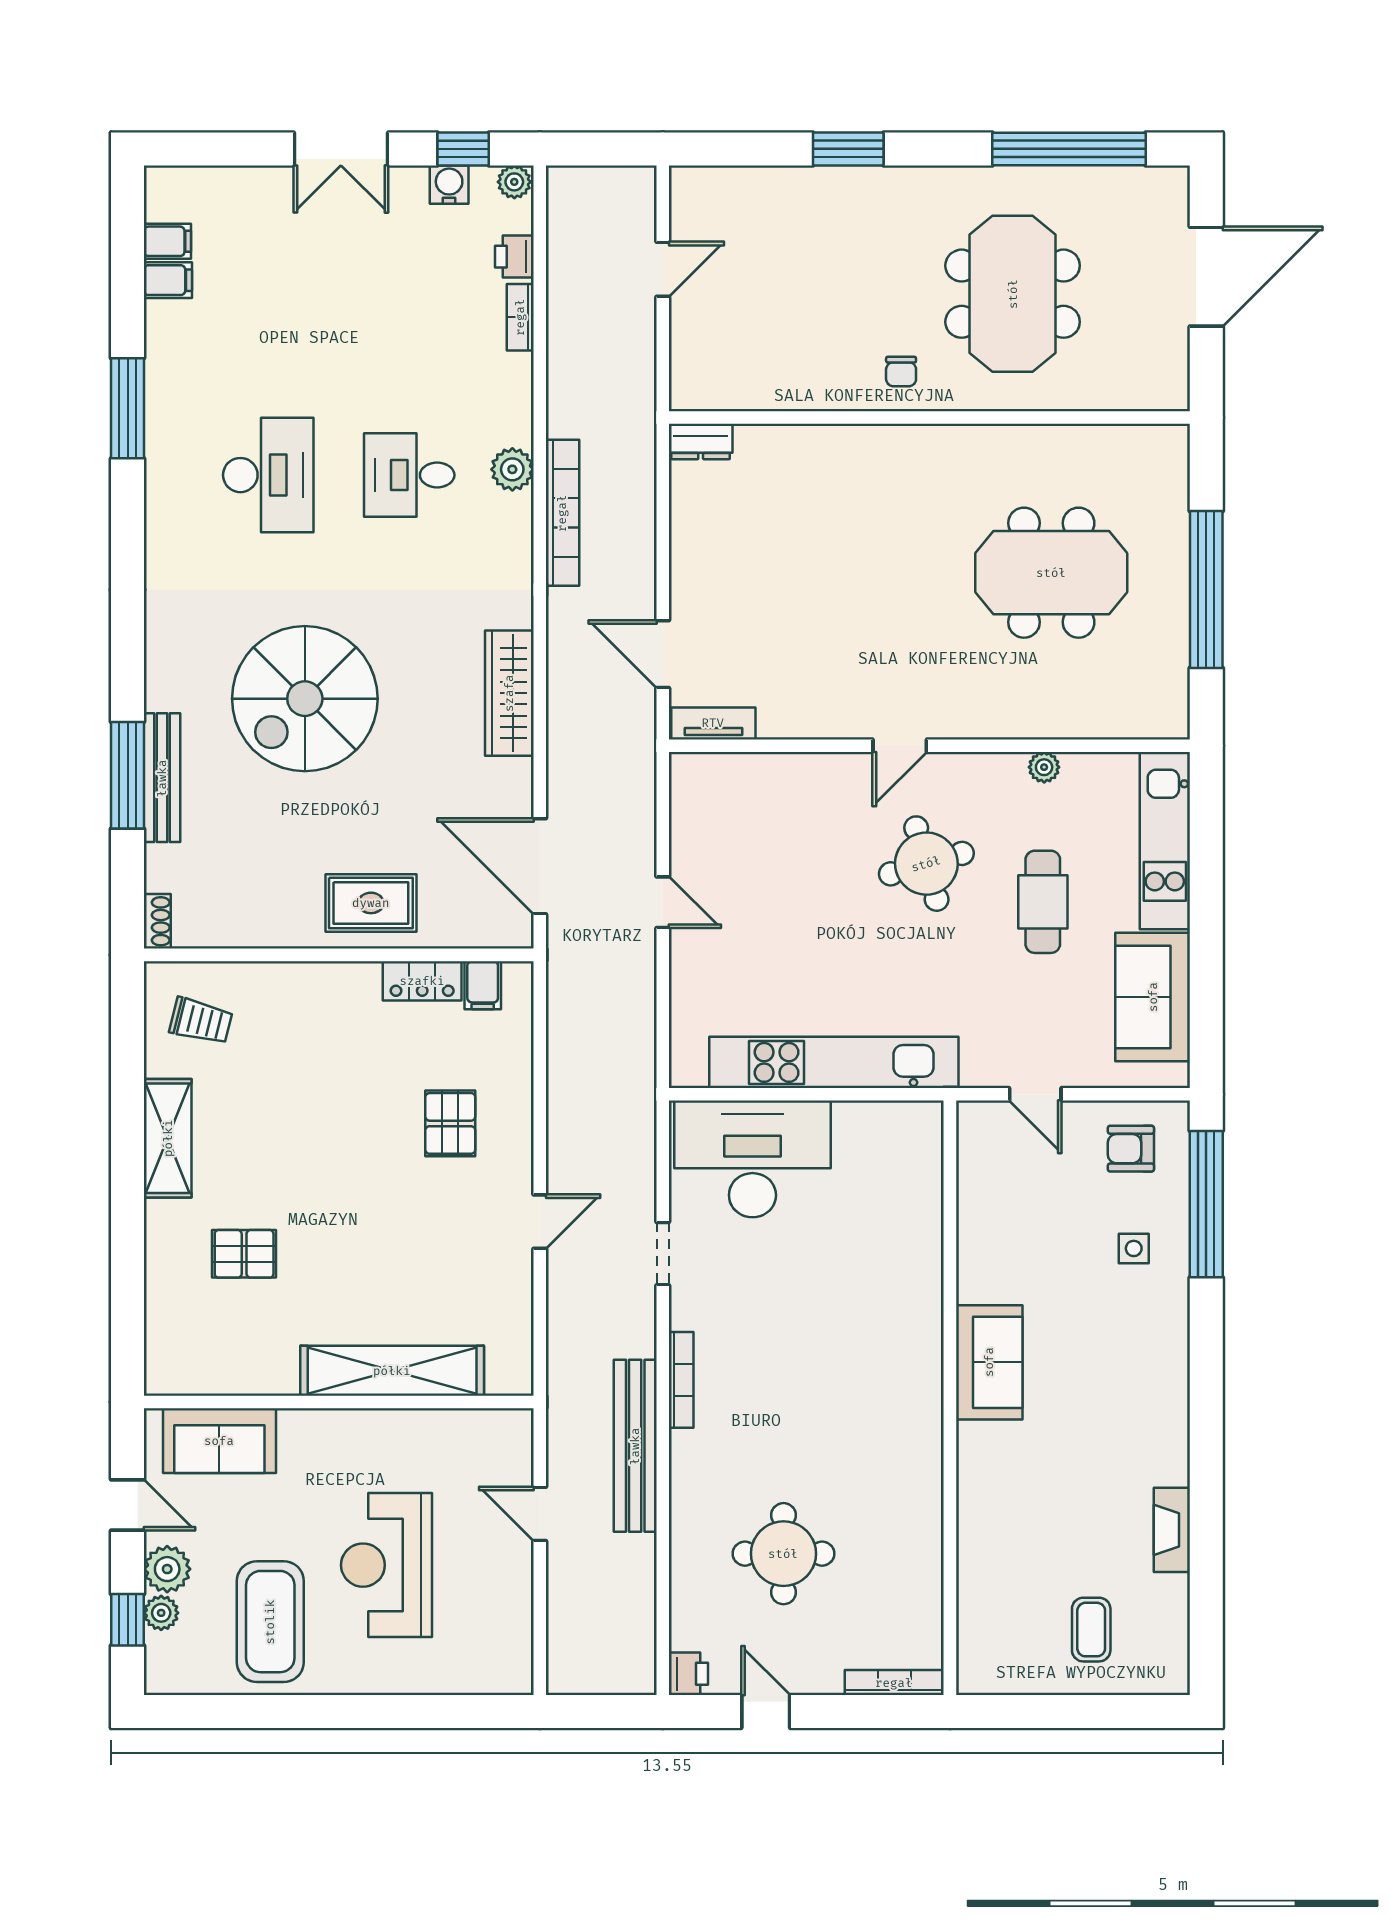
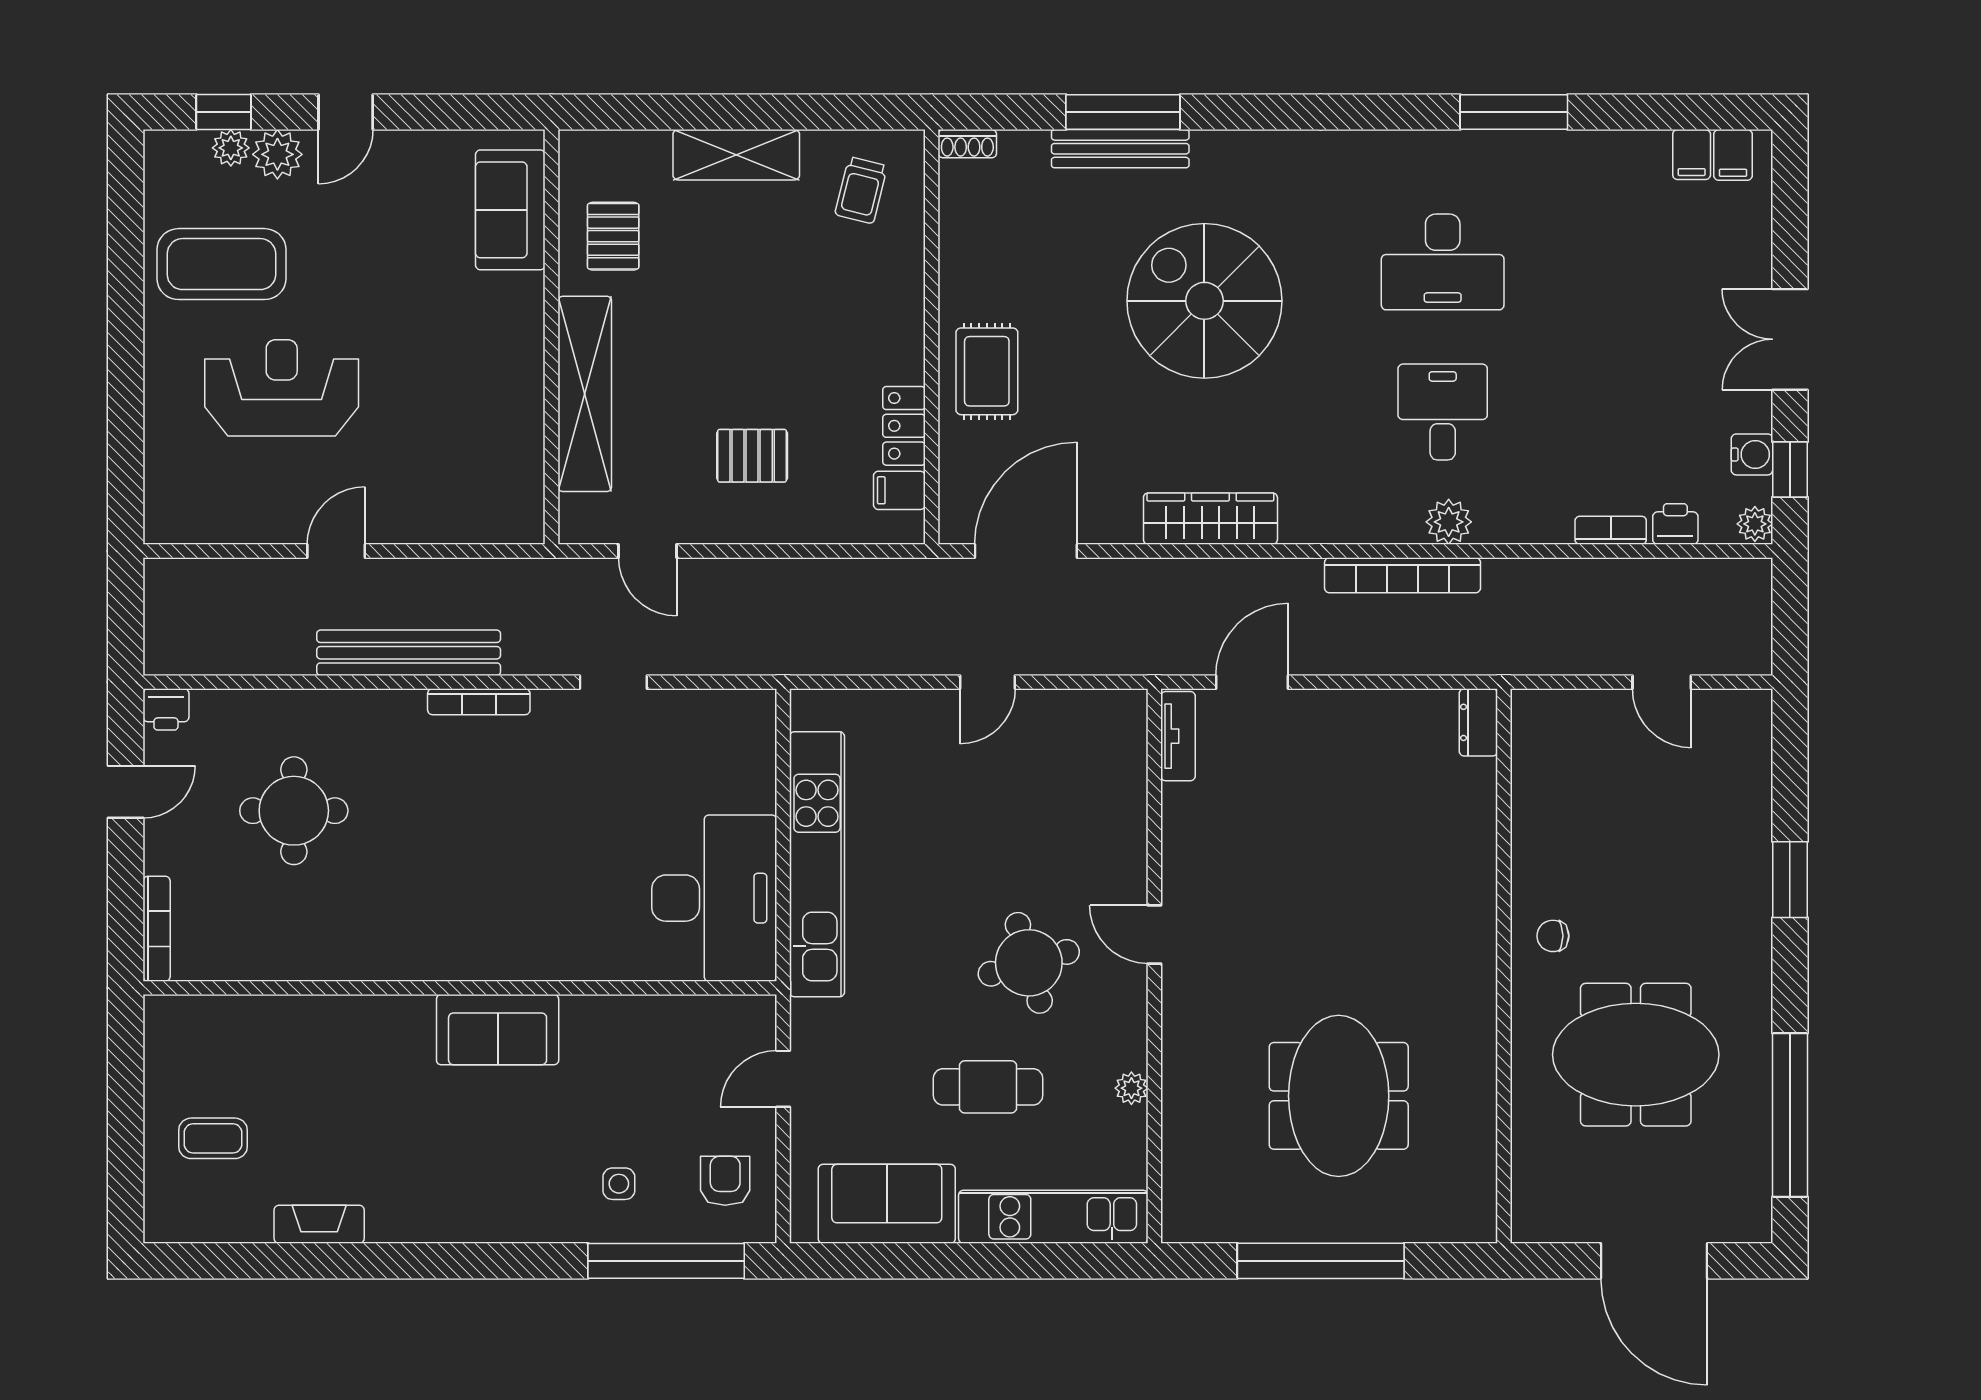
filing cabinet: (168, 280) -> (1733, 155), moved
desk: (752, 1159) -> (714, 898), moved
shelving: (392, 1371) -> (585, 394), moved
wall: (339, 1402) -> (552, 337), moved
sofa: (219, 1441) -> (510, 210), moved

